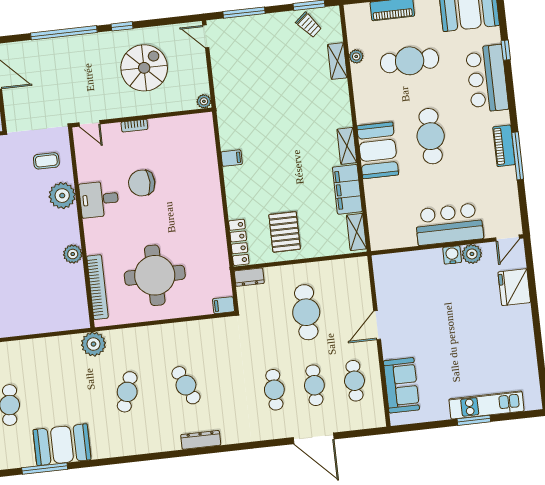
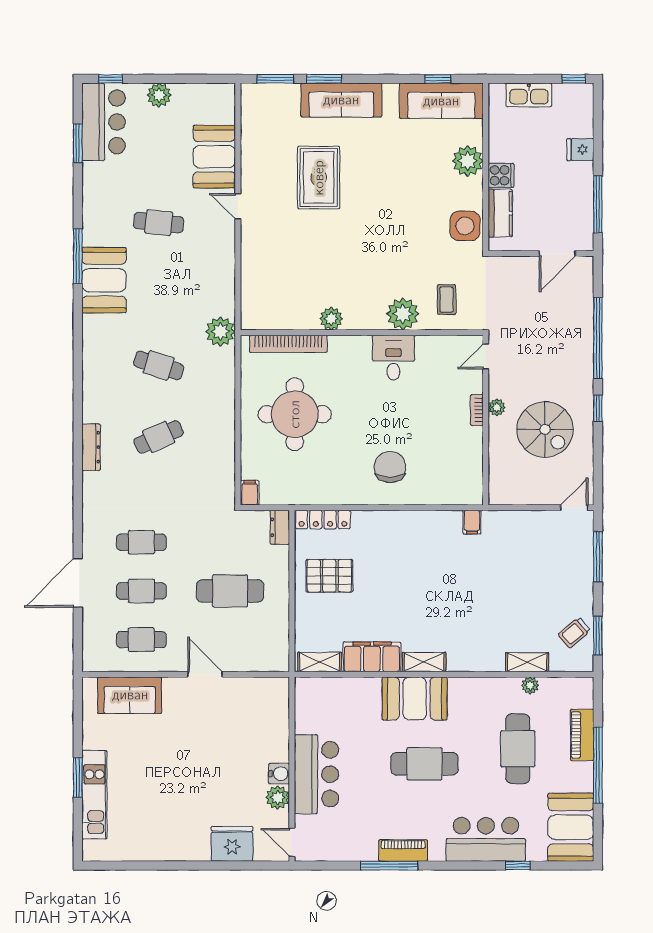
plant: (204, 101) -> (497, 407), moved
filing cabinet: (232, 158) -> (472, 522), moved
chair: (142, 183) -> (390, 467), moved

